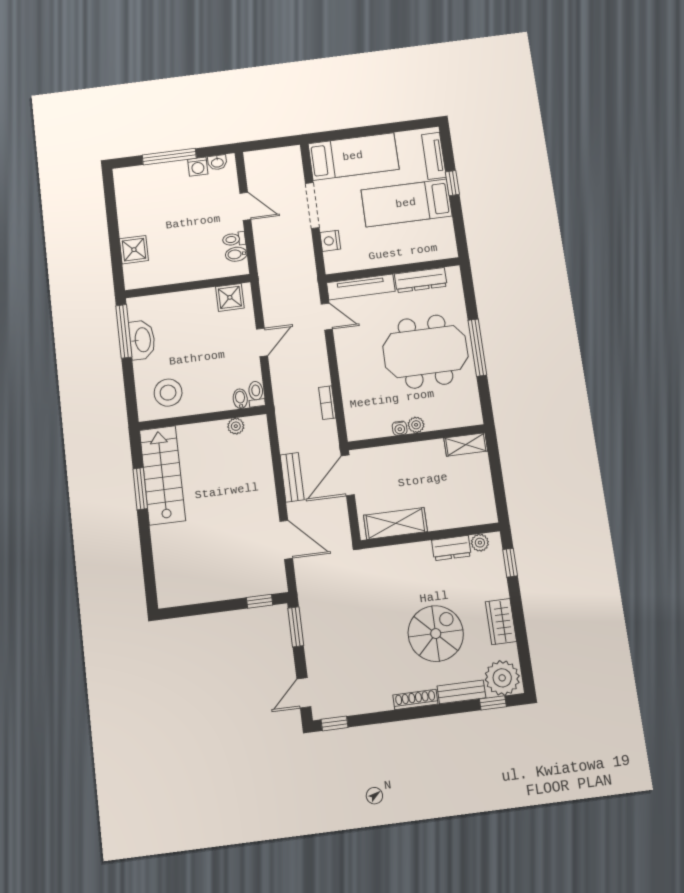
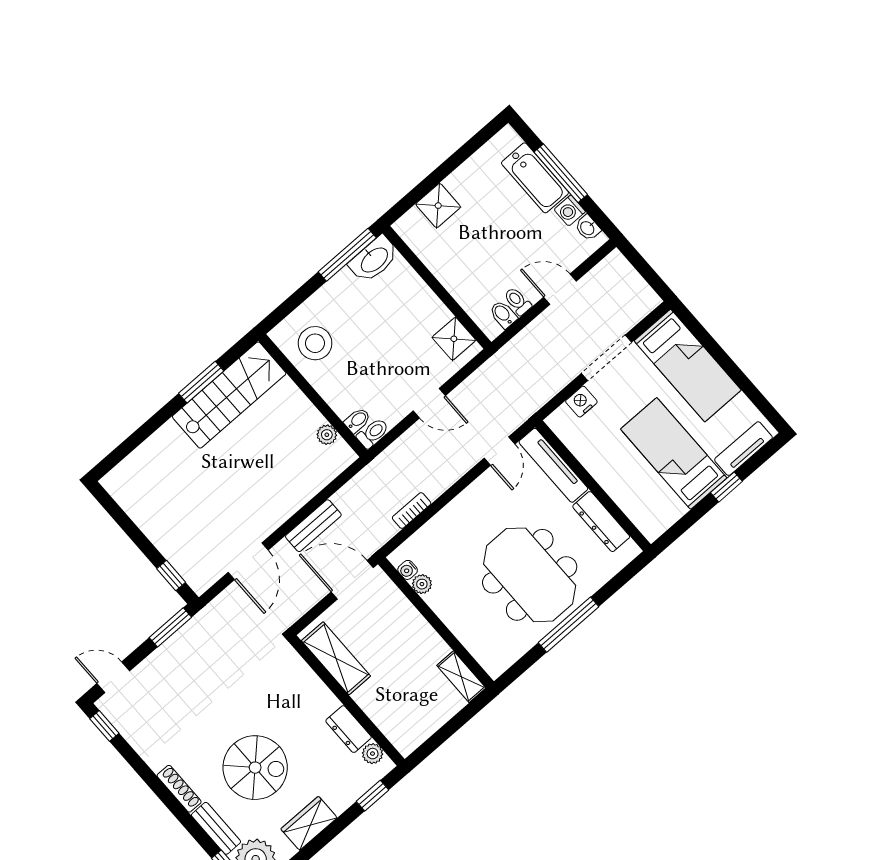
bathtub: (160, 175) -> (535, 178), added
door: (245, 206) -> (560, 289), swing flipped
washbasin: (142, 340) -> (374, 259), moved
plant: (416, 425) -> (422, 584), moved
water cooler: (400, 428) -> (408, 570), moved

